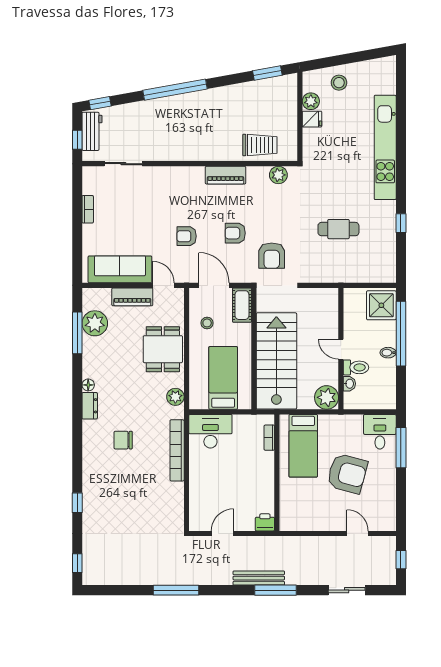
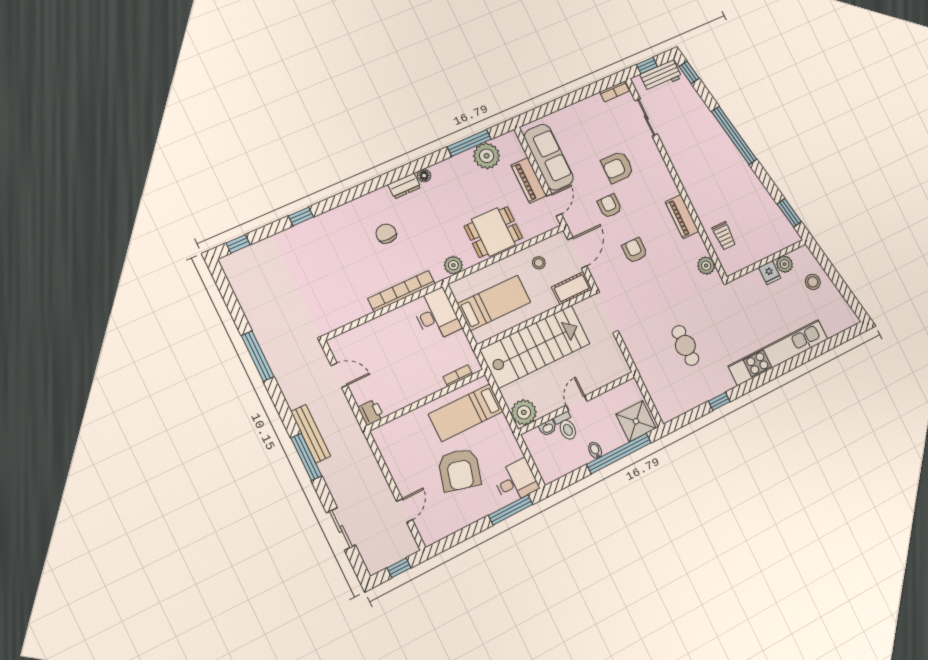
trolley: (260, 145) -> (724, 236), width x0.73, depth x0.72
bookcase: (88, 209) -> (615, 91), moved
armchair: (272, 256) -> (617, 167), moved

